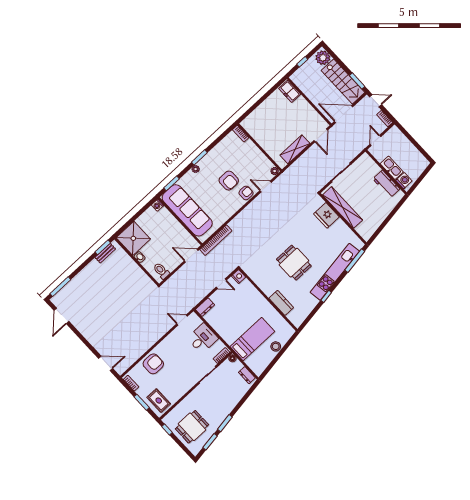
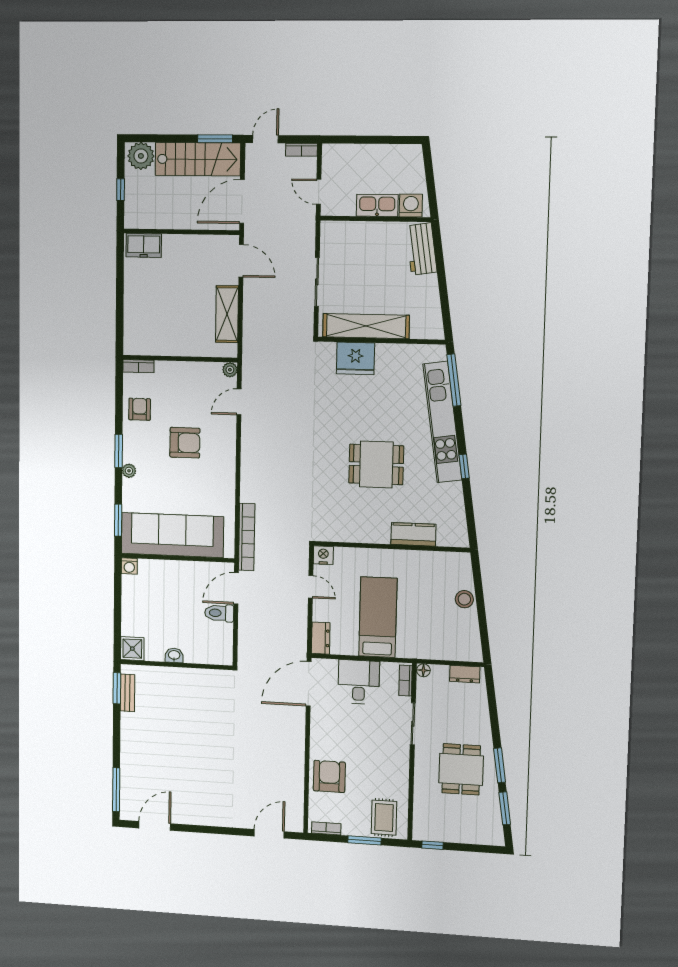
workbench: (386, 184) -> (421, 249), moved, turned 82
armchair: (246, 193) -> (140, 409), moved
shower: (133, 238) -> (132, 649), width x0.54, depth x0.54
toilet: (161, 271) -> (219, 613), moved
door: (221, 284) -> (311, 587), hinge flipped
door: (62, 316) -> (155, 826), swing flipped
door: (182, 320) -> (309, 684), width x1.88
bed: (252, 339) -> (378, 617), moved
rug: (159, 401) -> (384, 818), turned 90
dining table: (192, 427) -> (461, 769), moved

